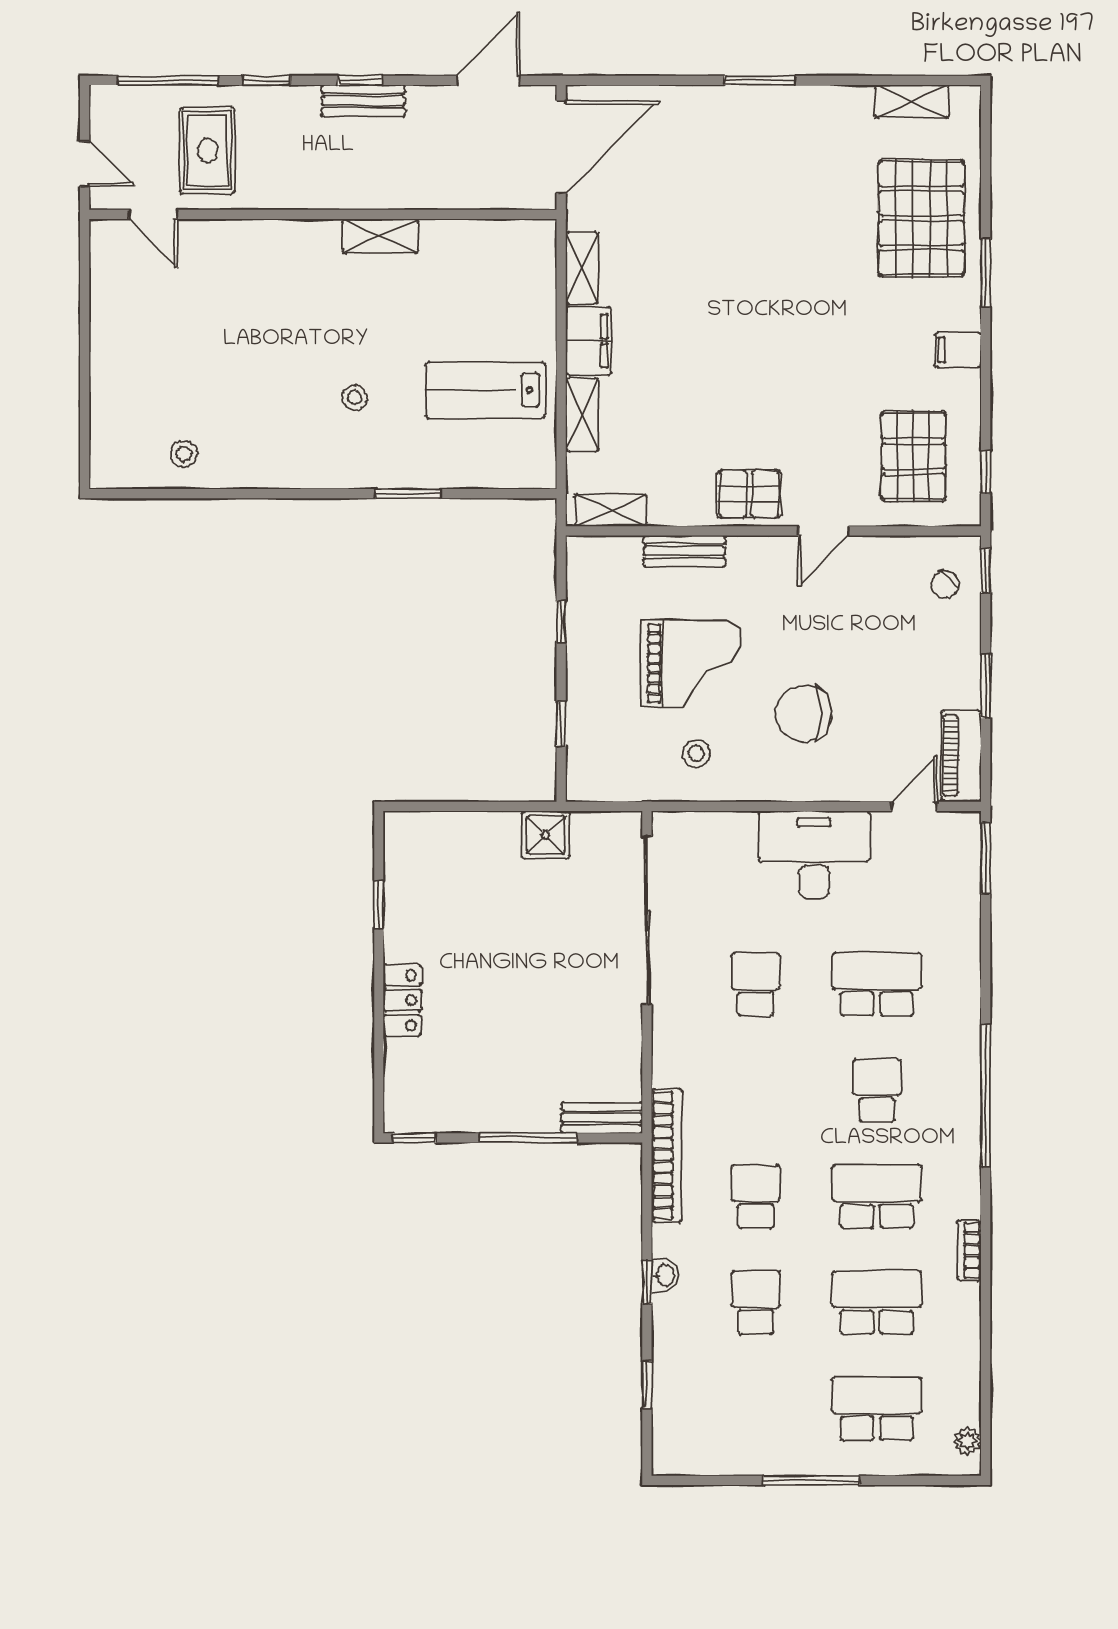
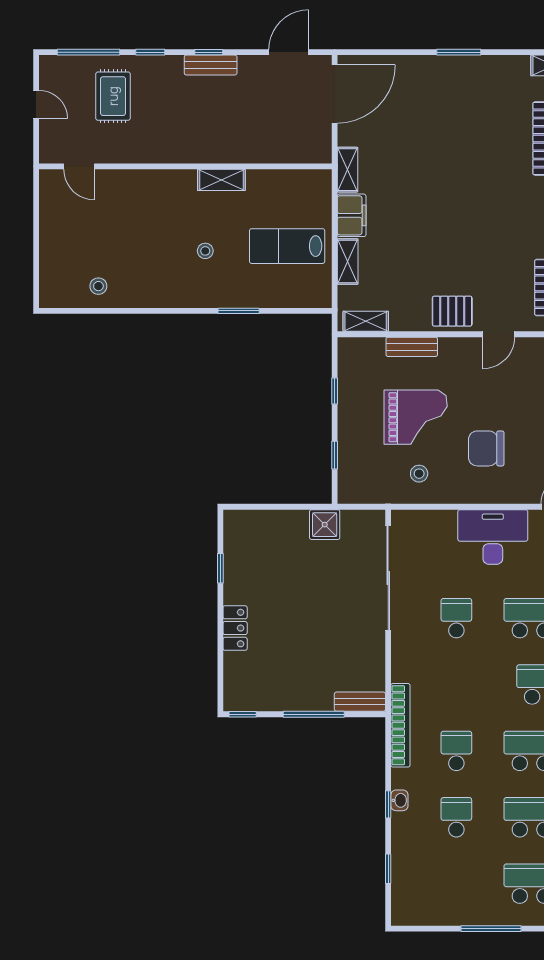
door: (153, 214) -> (79, 166), moved
wall: (323, 214) -> (185, 166), moved
shelving: (380, 236) -> (221, 180), moved

